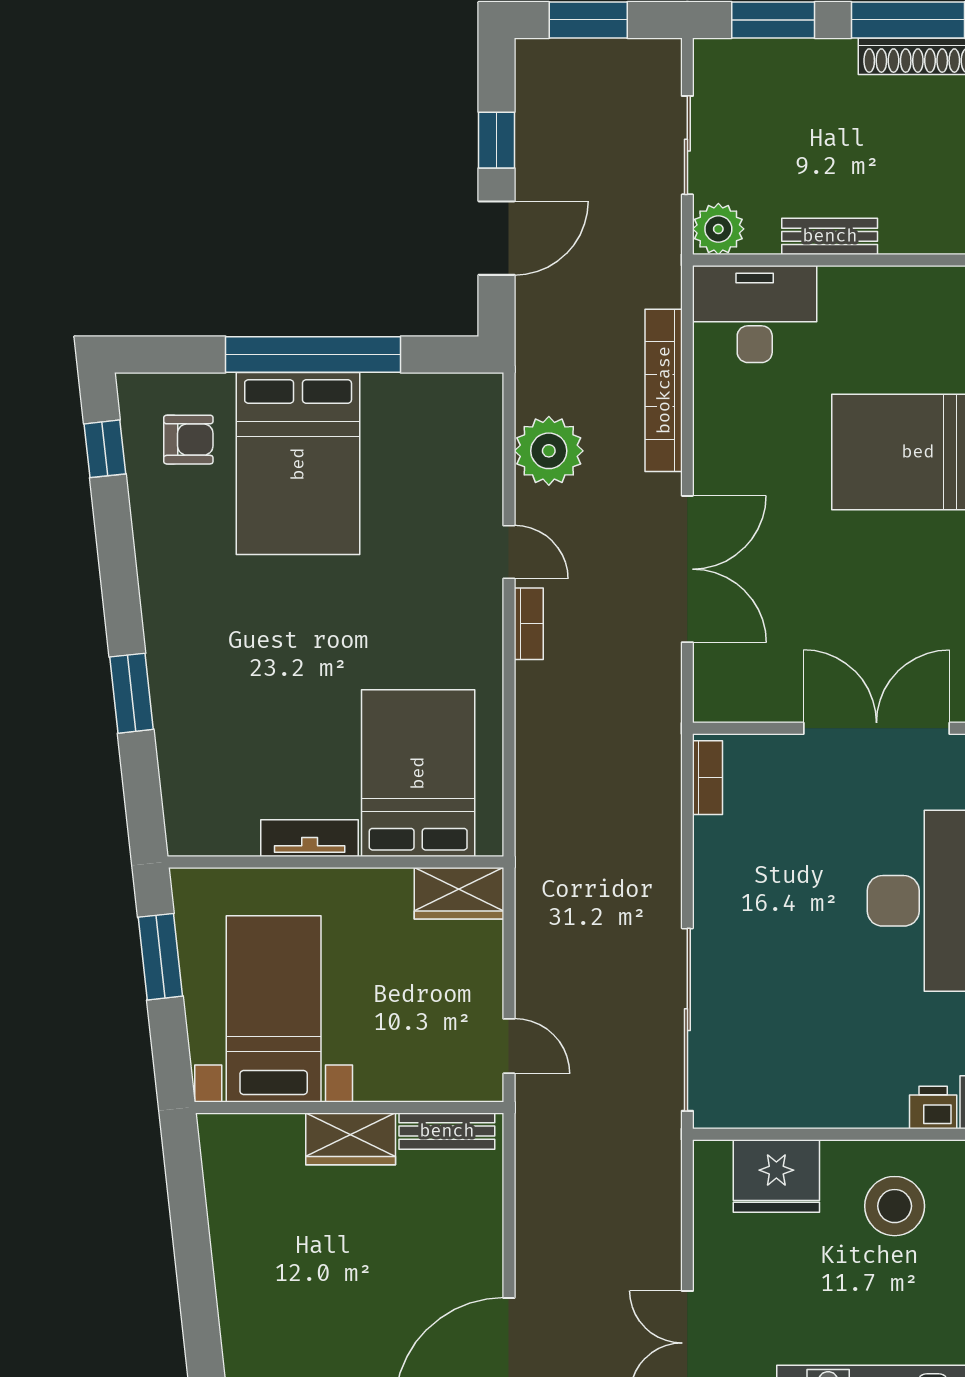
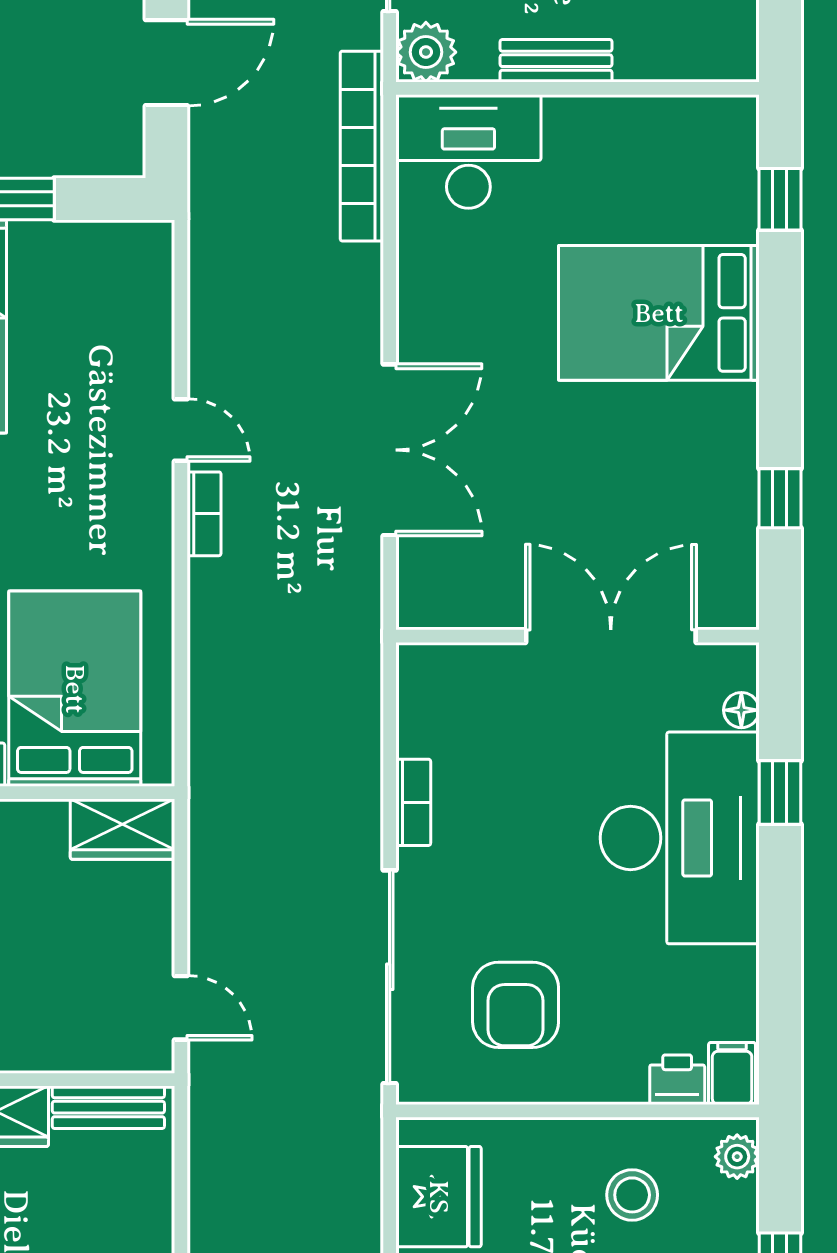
bookcase: (664, 390) -> (362, 146), moved
plant: (549, 451) -> (228, 312), removed
bookcase: (708, 778) -> (413, 802), moved
armchair: (795, 1044) -> (516, 1005), added
fridge: (776, 1176) -> (439, 1197), moved, turned -90
stool: (895, 1206) -> (632, 1195), width x0.73, depth x0.73

